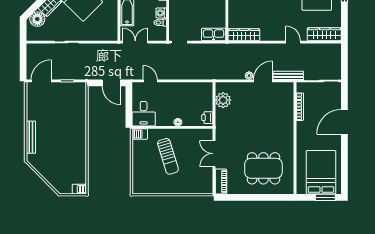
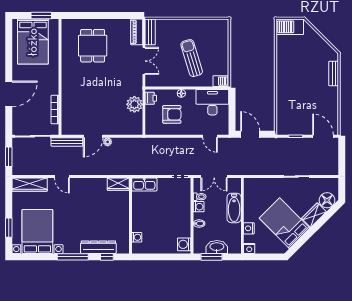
wardrobe: (244, 35) -> (118, 184), width x0.67
double door: (135, 42) -> (214, 176), moved
window: (344, 61) -> (9, 157), added
door: (41, 81) -> (323, 136), swing flipped
plant: (223, 100) -> (134, 104), moved
armchair: (187, 102) -> (172, 114), added
desk: (144, 114) -> (212, 102), width x1.37
bench: (31, 137) -> (334, 73), width x0.73
dining table: (263, 168) -> (93, 46), width x0.73
bench: (208, 182) -> (150, 32), added
barbecue: (79, 189) -> (290, 27), width x1.88, depth x1.53
window: (325, 197) -> (41, 16), moved

